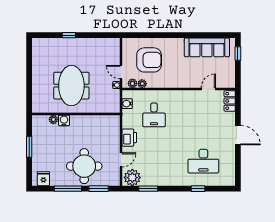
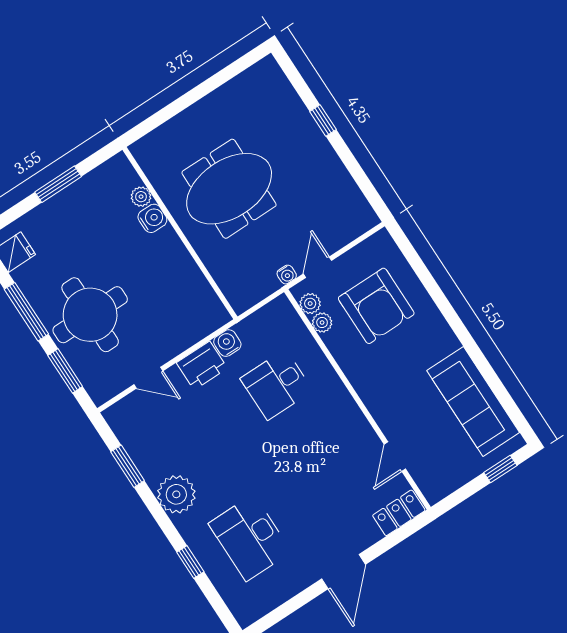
door: (208, 89) -> (395, 457), swing flipped
water cooler: (127, 104) -> (227, 343), moved
plant: (132, 178) -> (176, 494), moved

